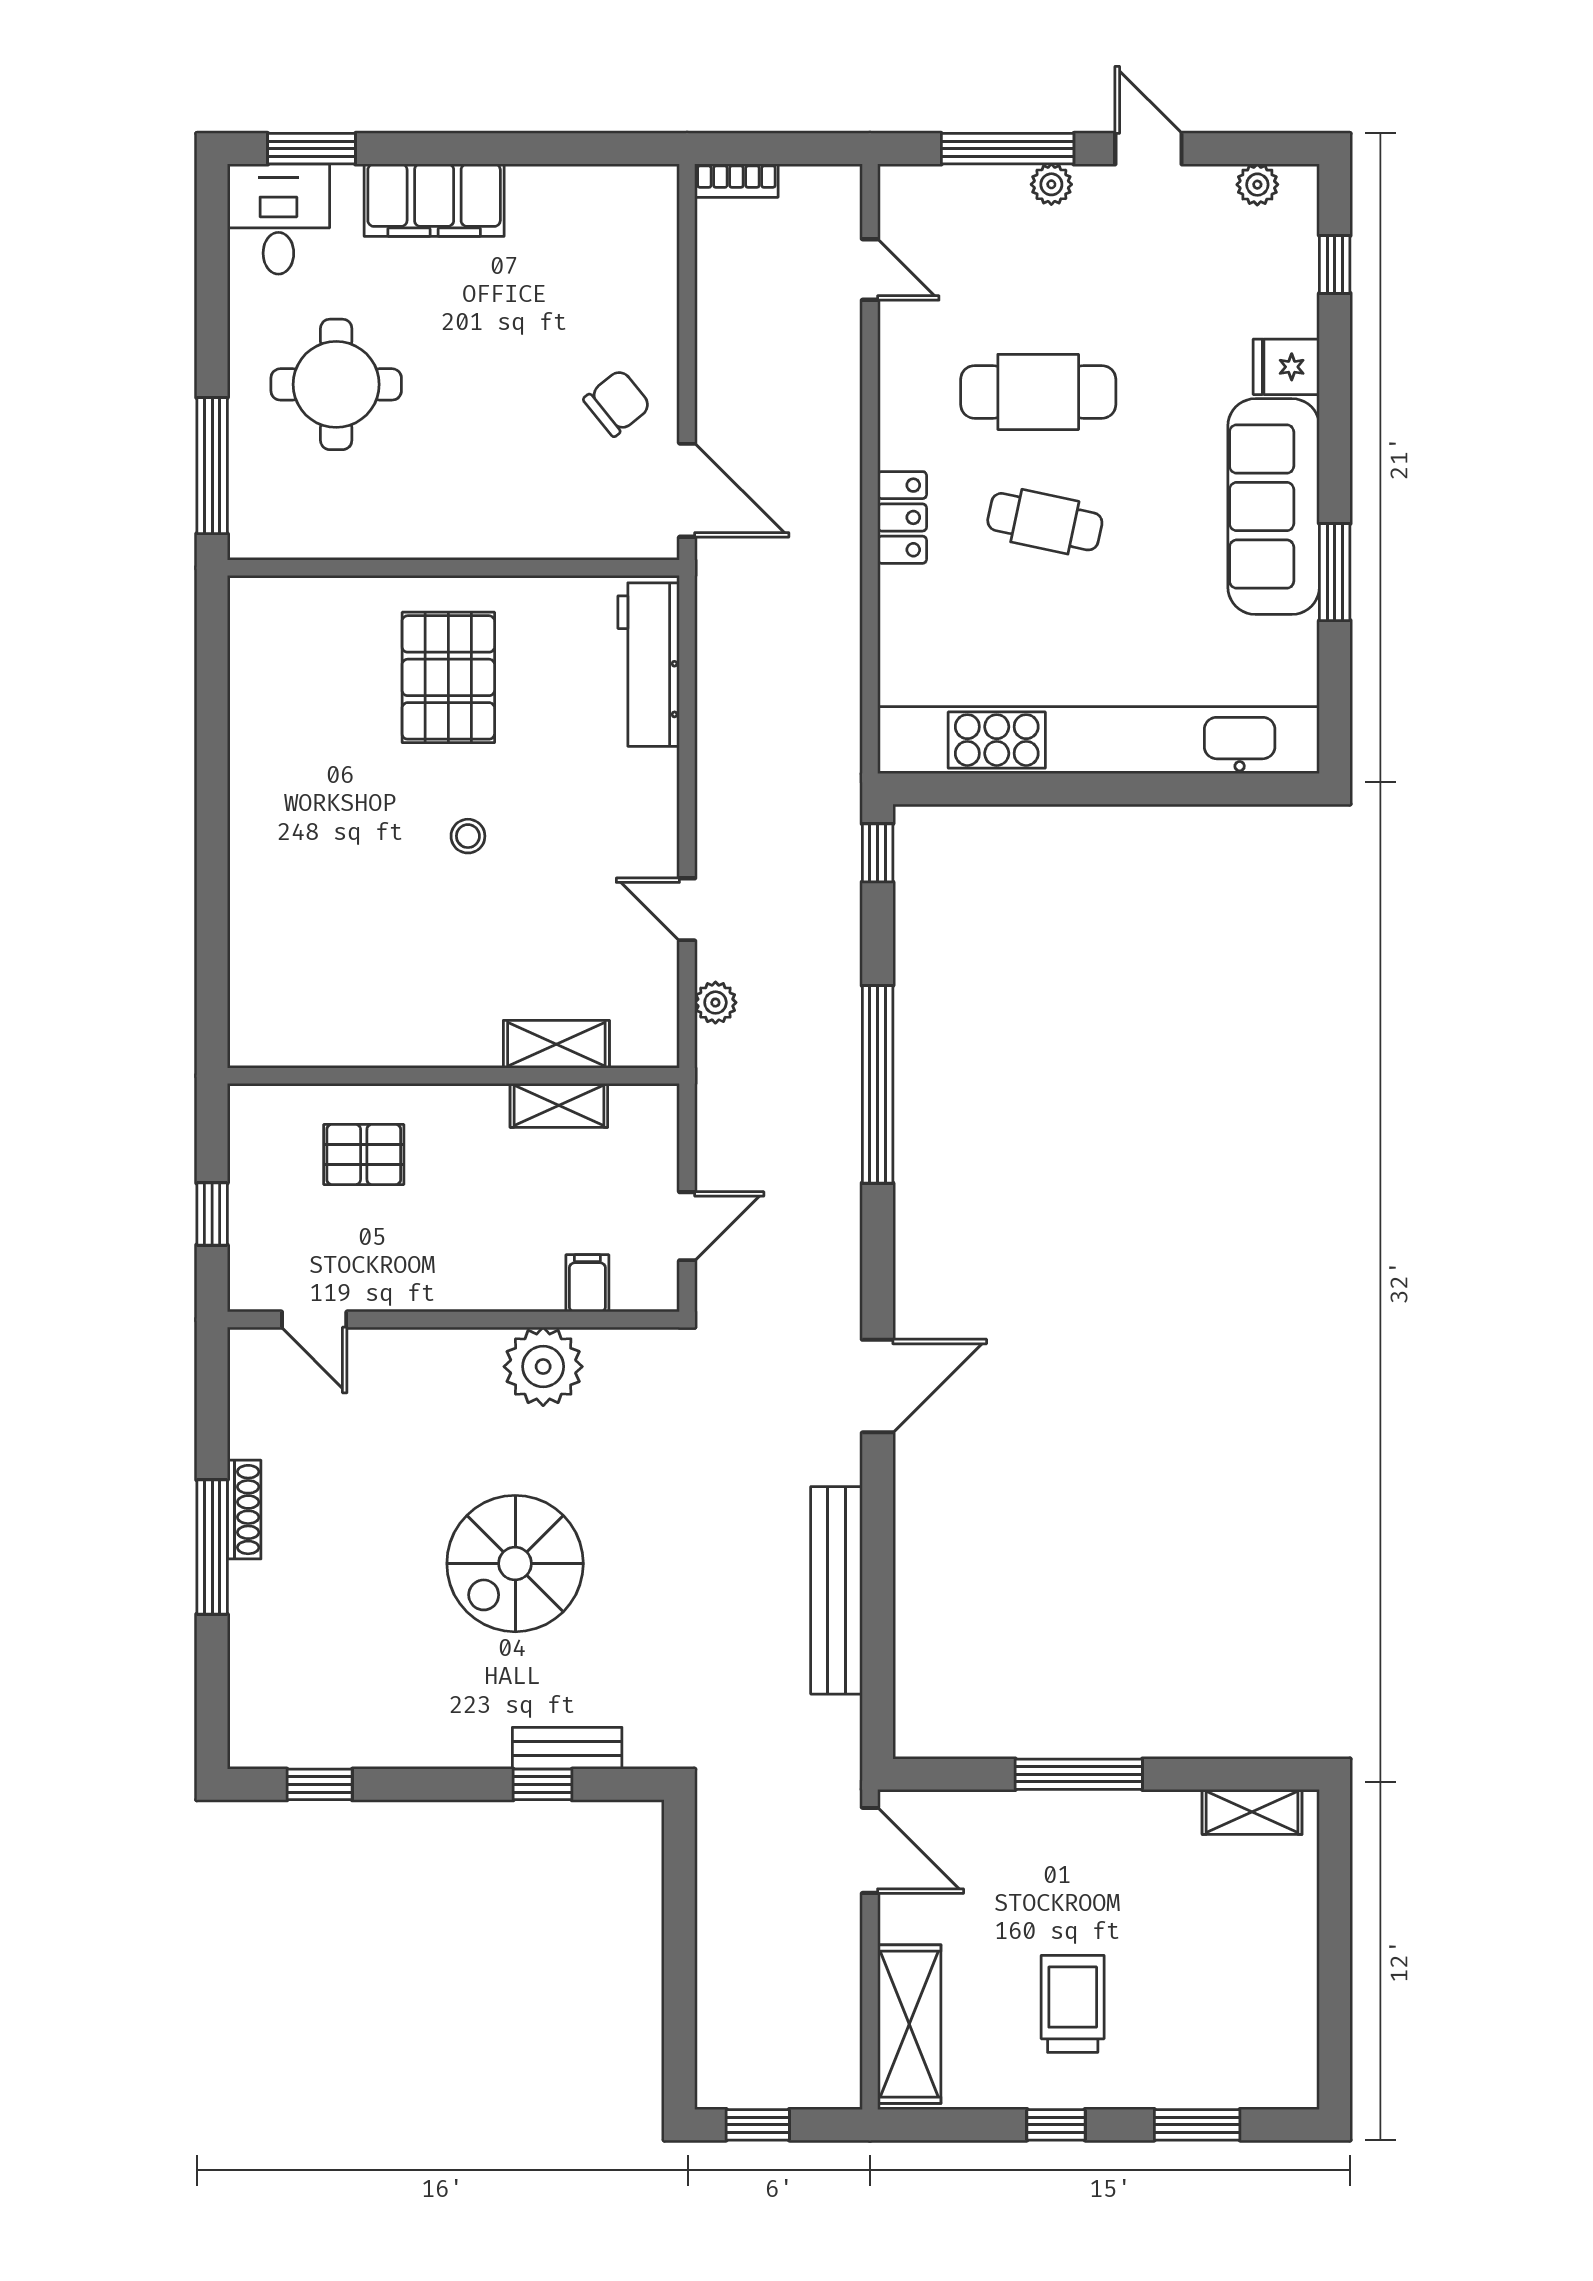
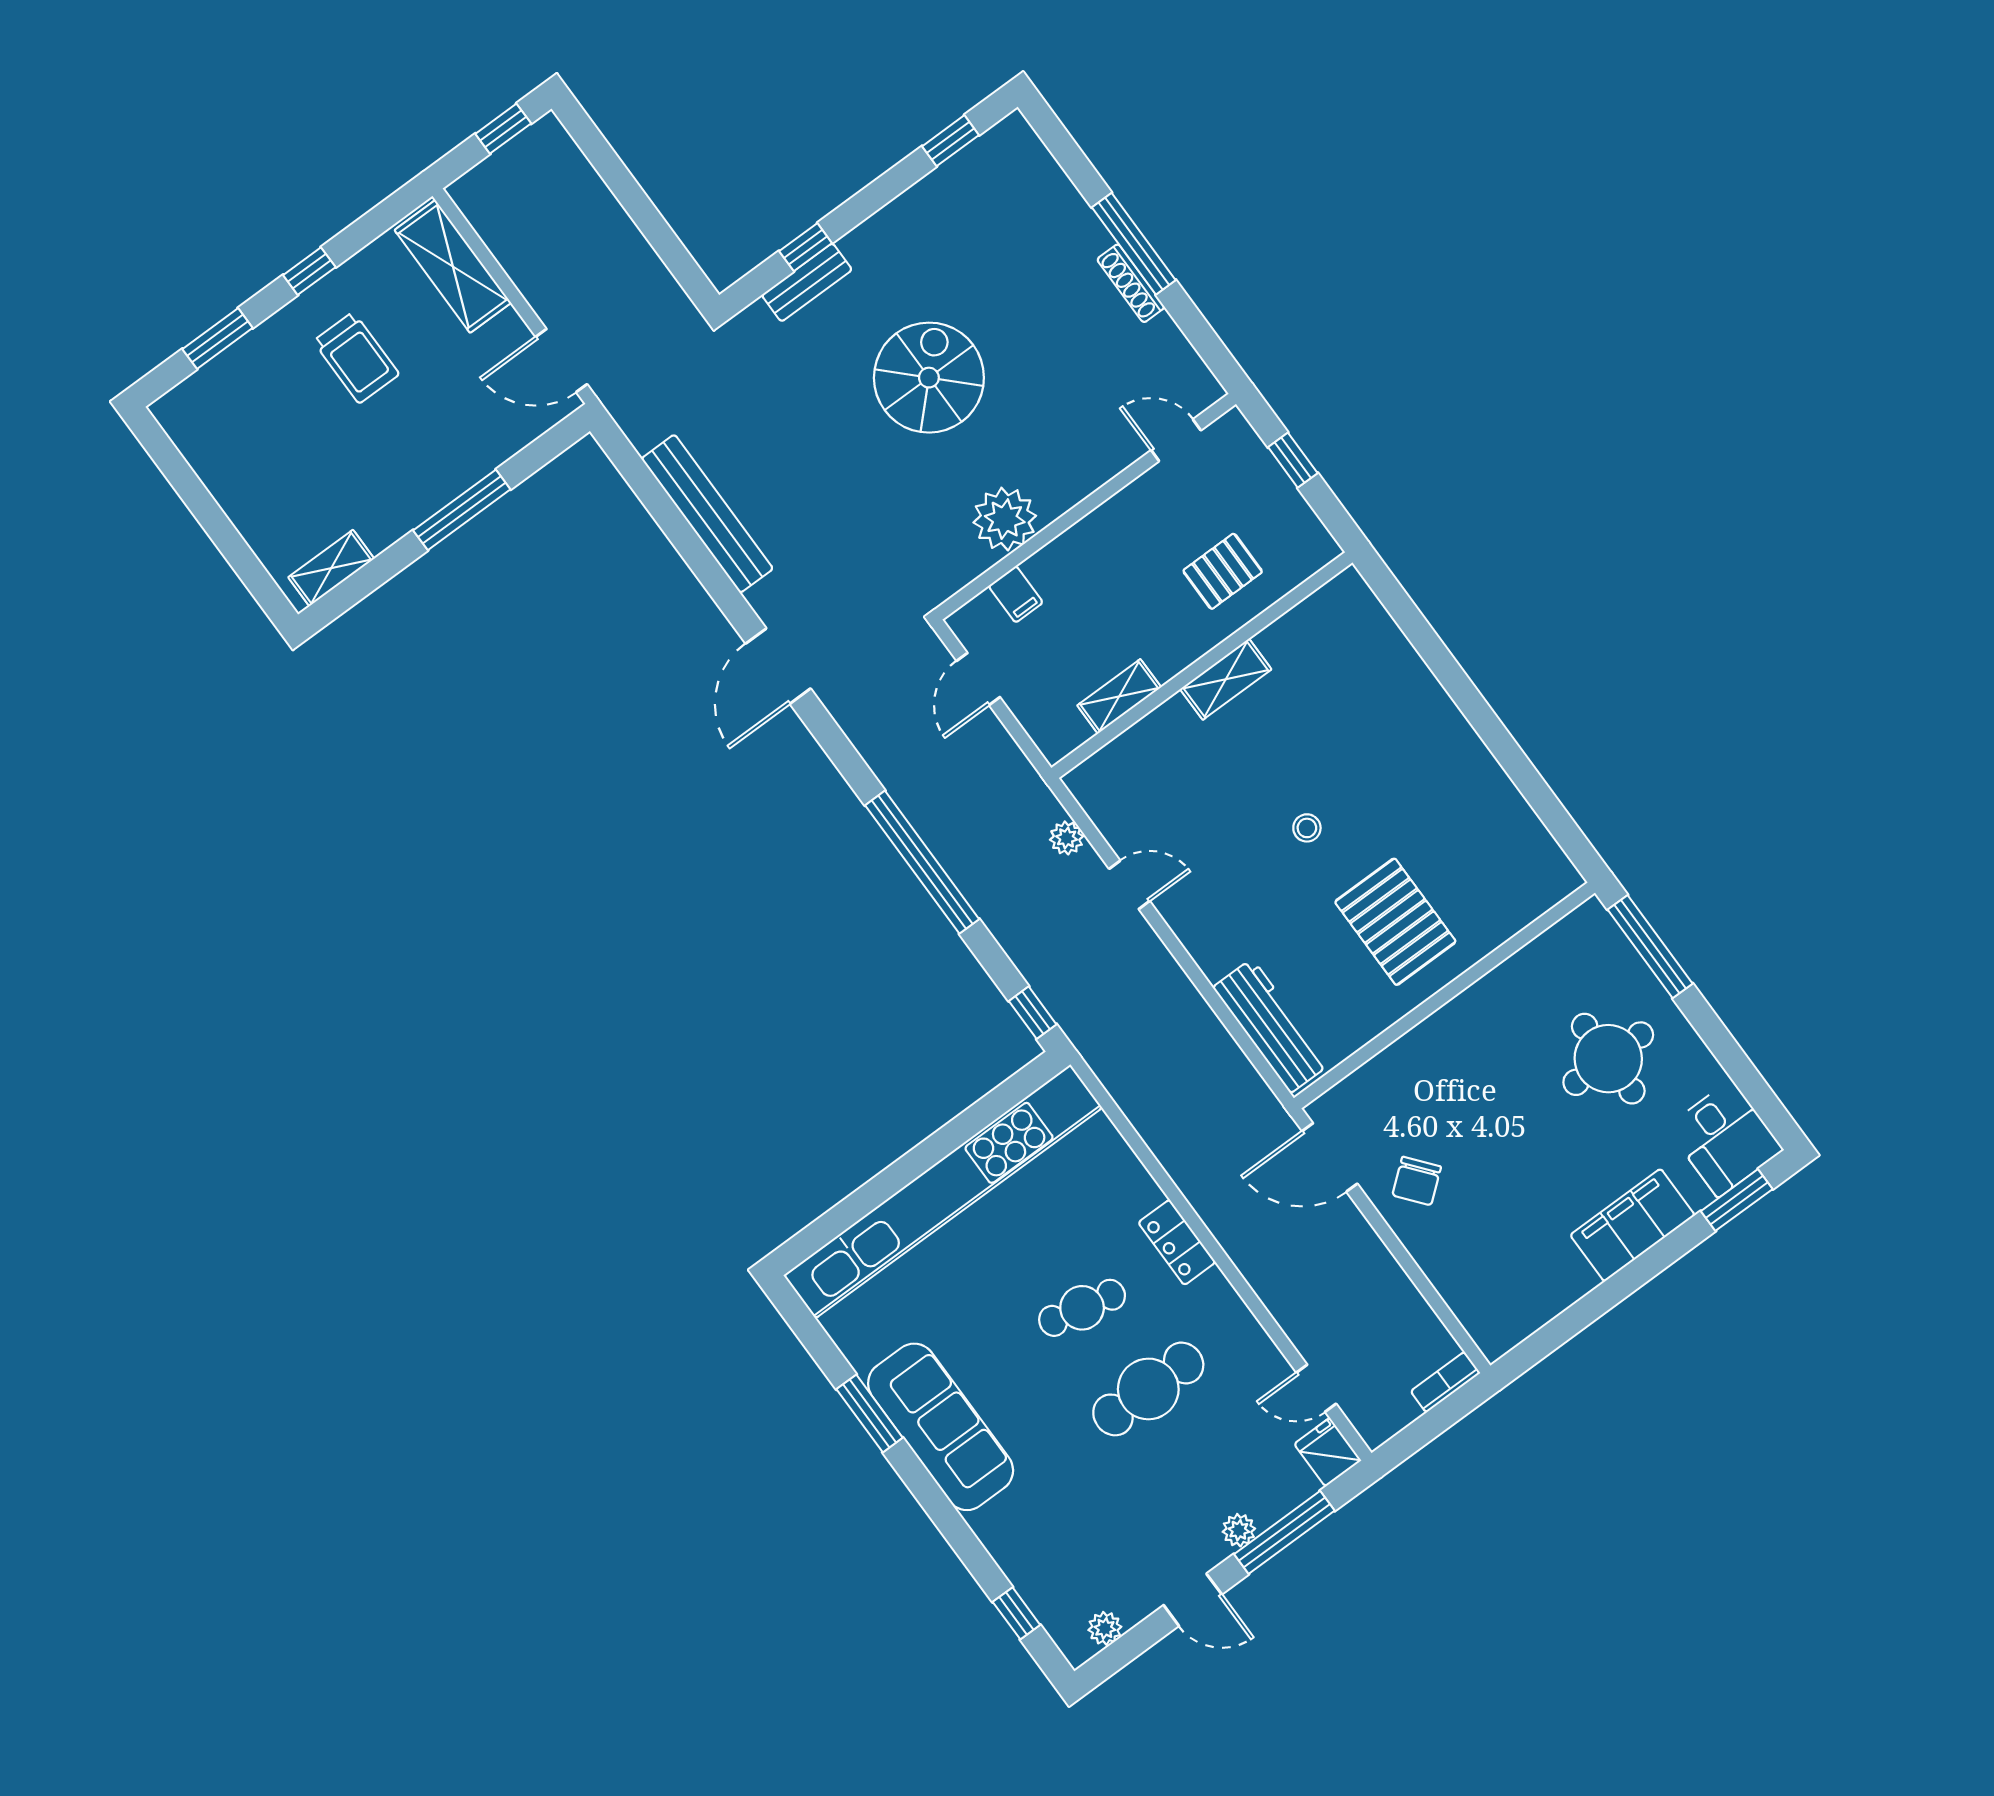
fridge: (1286, 367) -> (1328, 1452), moved, turned -90
shelving: (556, 1044) -> (1226, 679), moved

